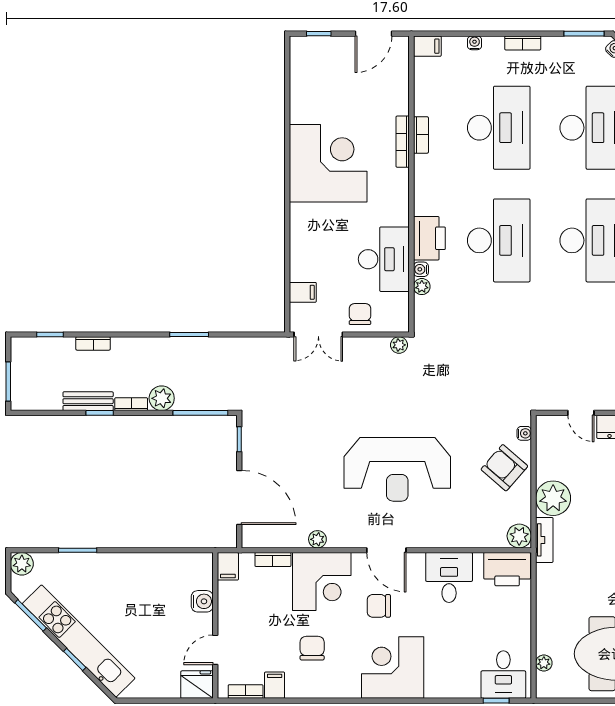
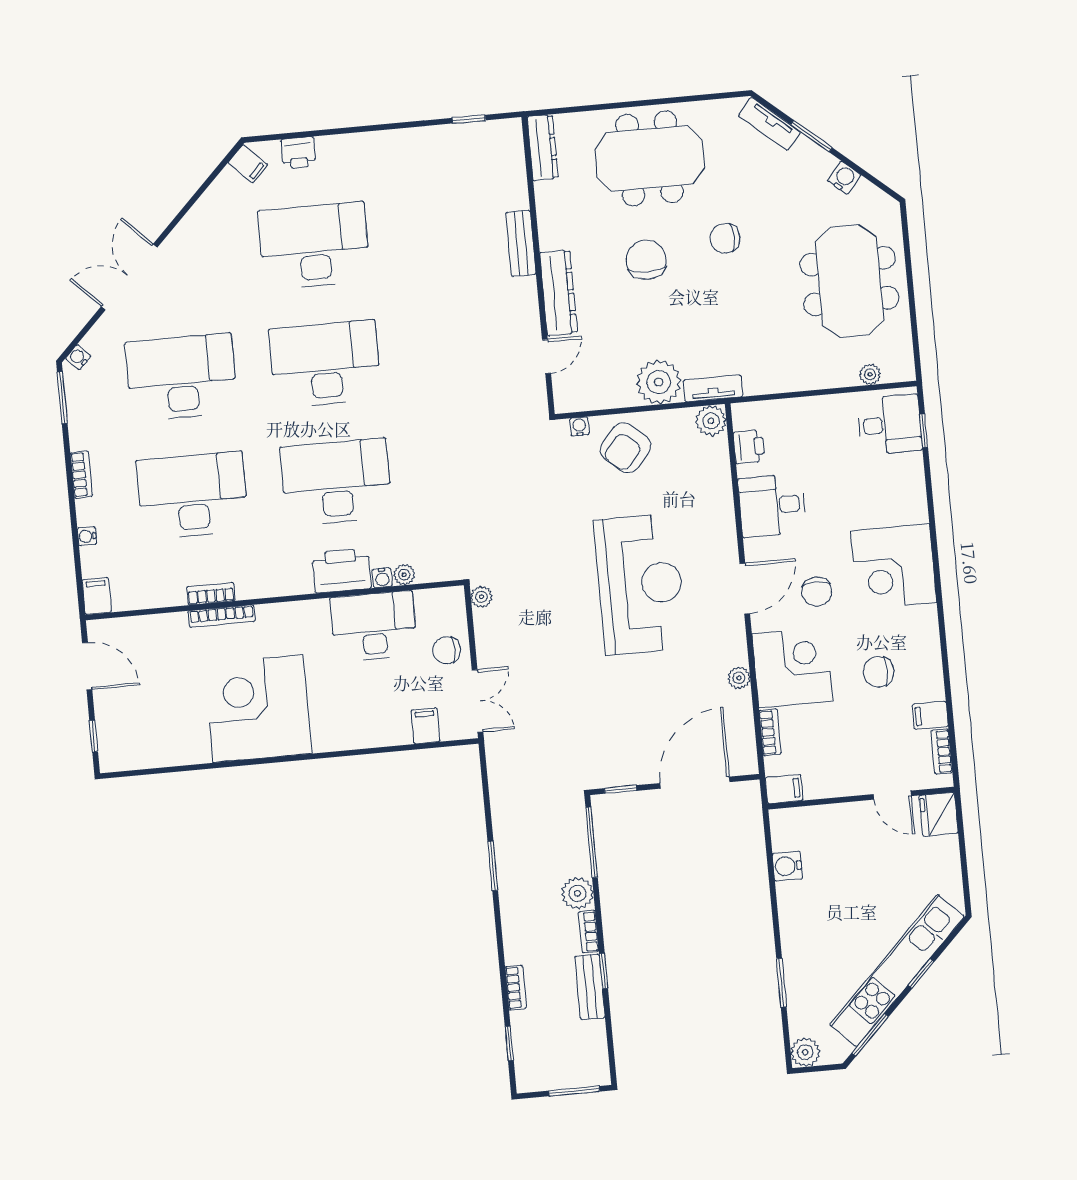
printer: (507, 569) -> (749, 447), width x0.53, depth x0.68
water cooler: (202, 601) -> (787, 866), moved, turned -90

